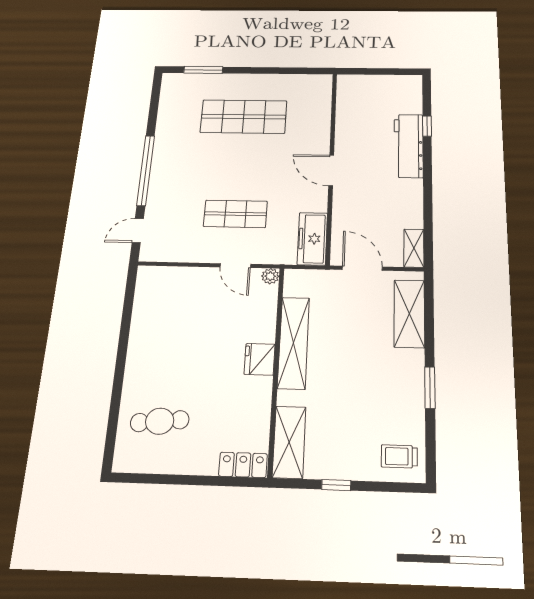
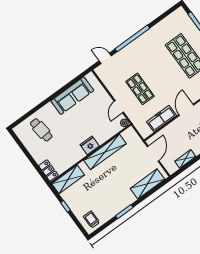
freezer: (312, 239) -> (162, 119), moved
shelving: (414, 248) -> (185, 159), moved
sofa: (150, 325) -> (72, 96), added

